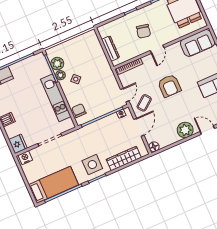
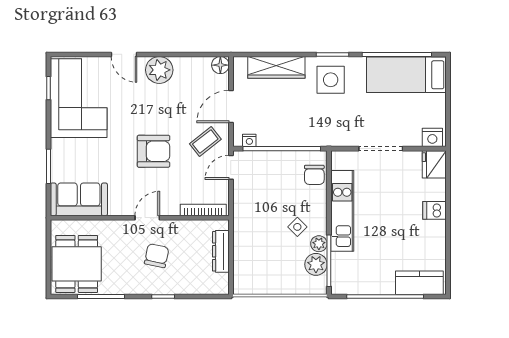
armchair: (169, 86) -> (153, 151), turned 90

